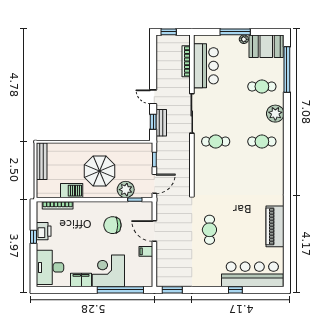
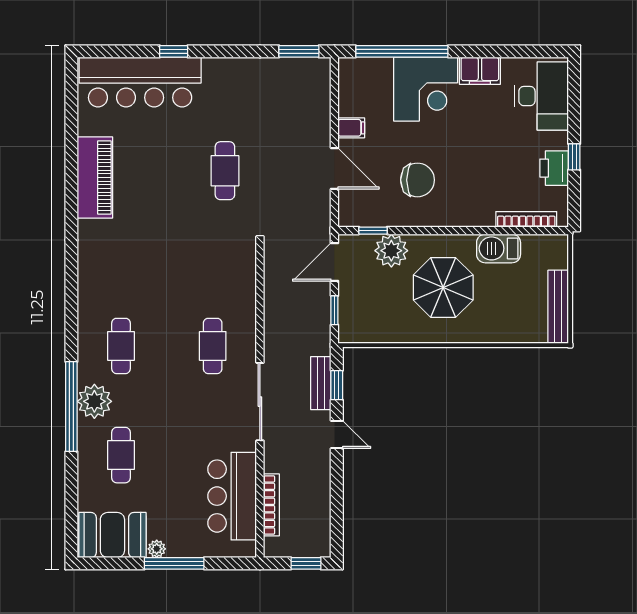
window: (287, 70) -> (71, 407), moved
cafe table: (262, 86) -> (121, 455), turned 90
cafe table: (216, 141) -> (213, 346), turned 90
cafe table: (262, 141) -> (121, 346), turned 90

